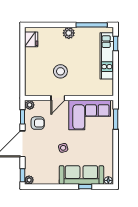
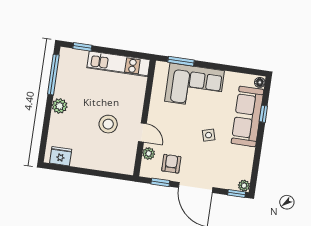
kitchen unit: (107, 56) -> (118, 64), moved
plant: (30, 105) -> (149, 154), moved
corner sofa: (90, 115) -> (195, 86), moved, turned 90

